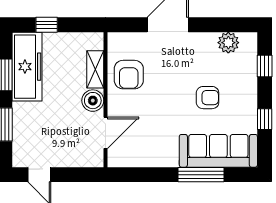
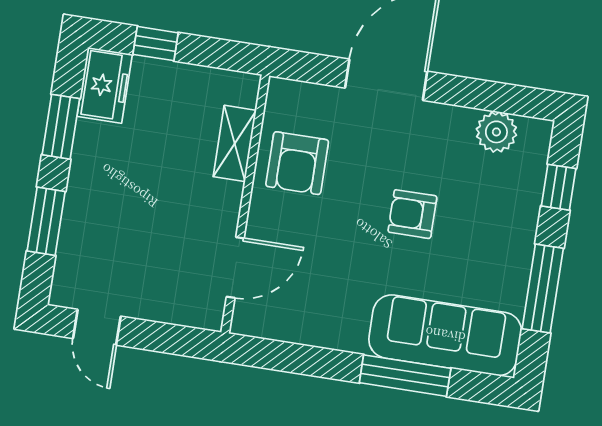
freezer: (27, 67) -> (105, 85), width x0.52, depth x0.79
armchair: (208, 98) -> (412, 214), moved, turned 180
boiler: (93, 101) -> (221, 202), removed
window: (265, 119) -> (543, 288), width x2.17

